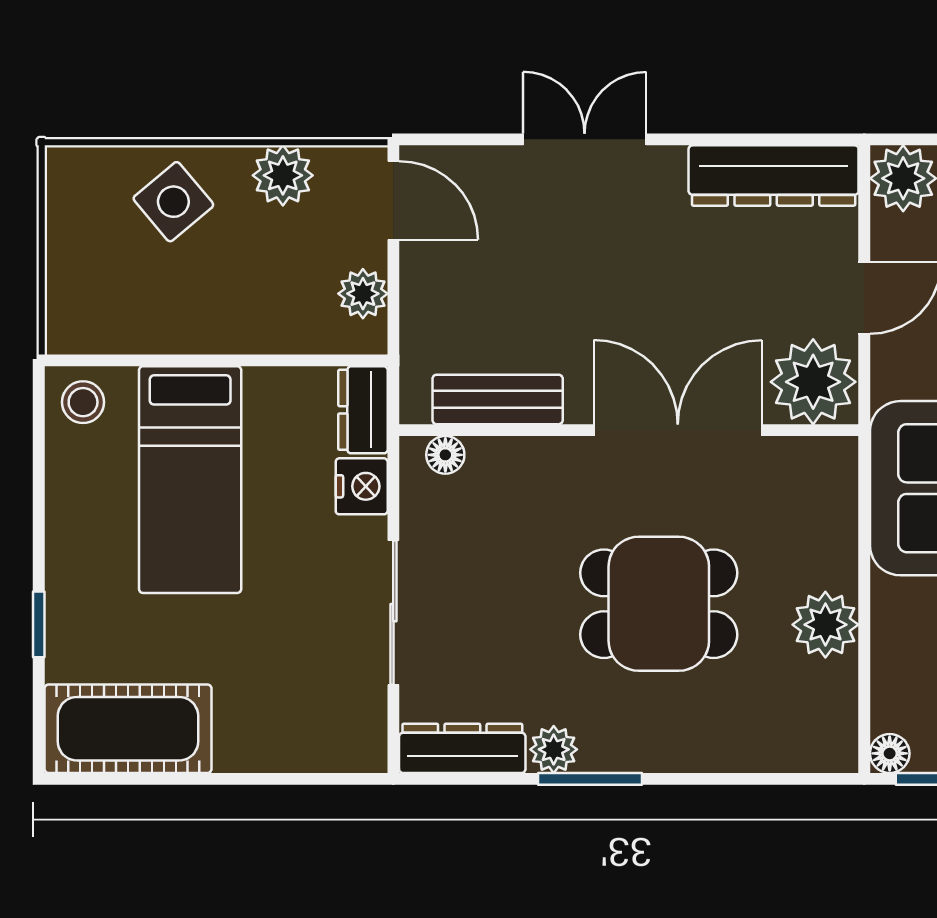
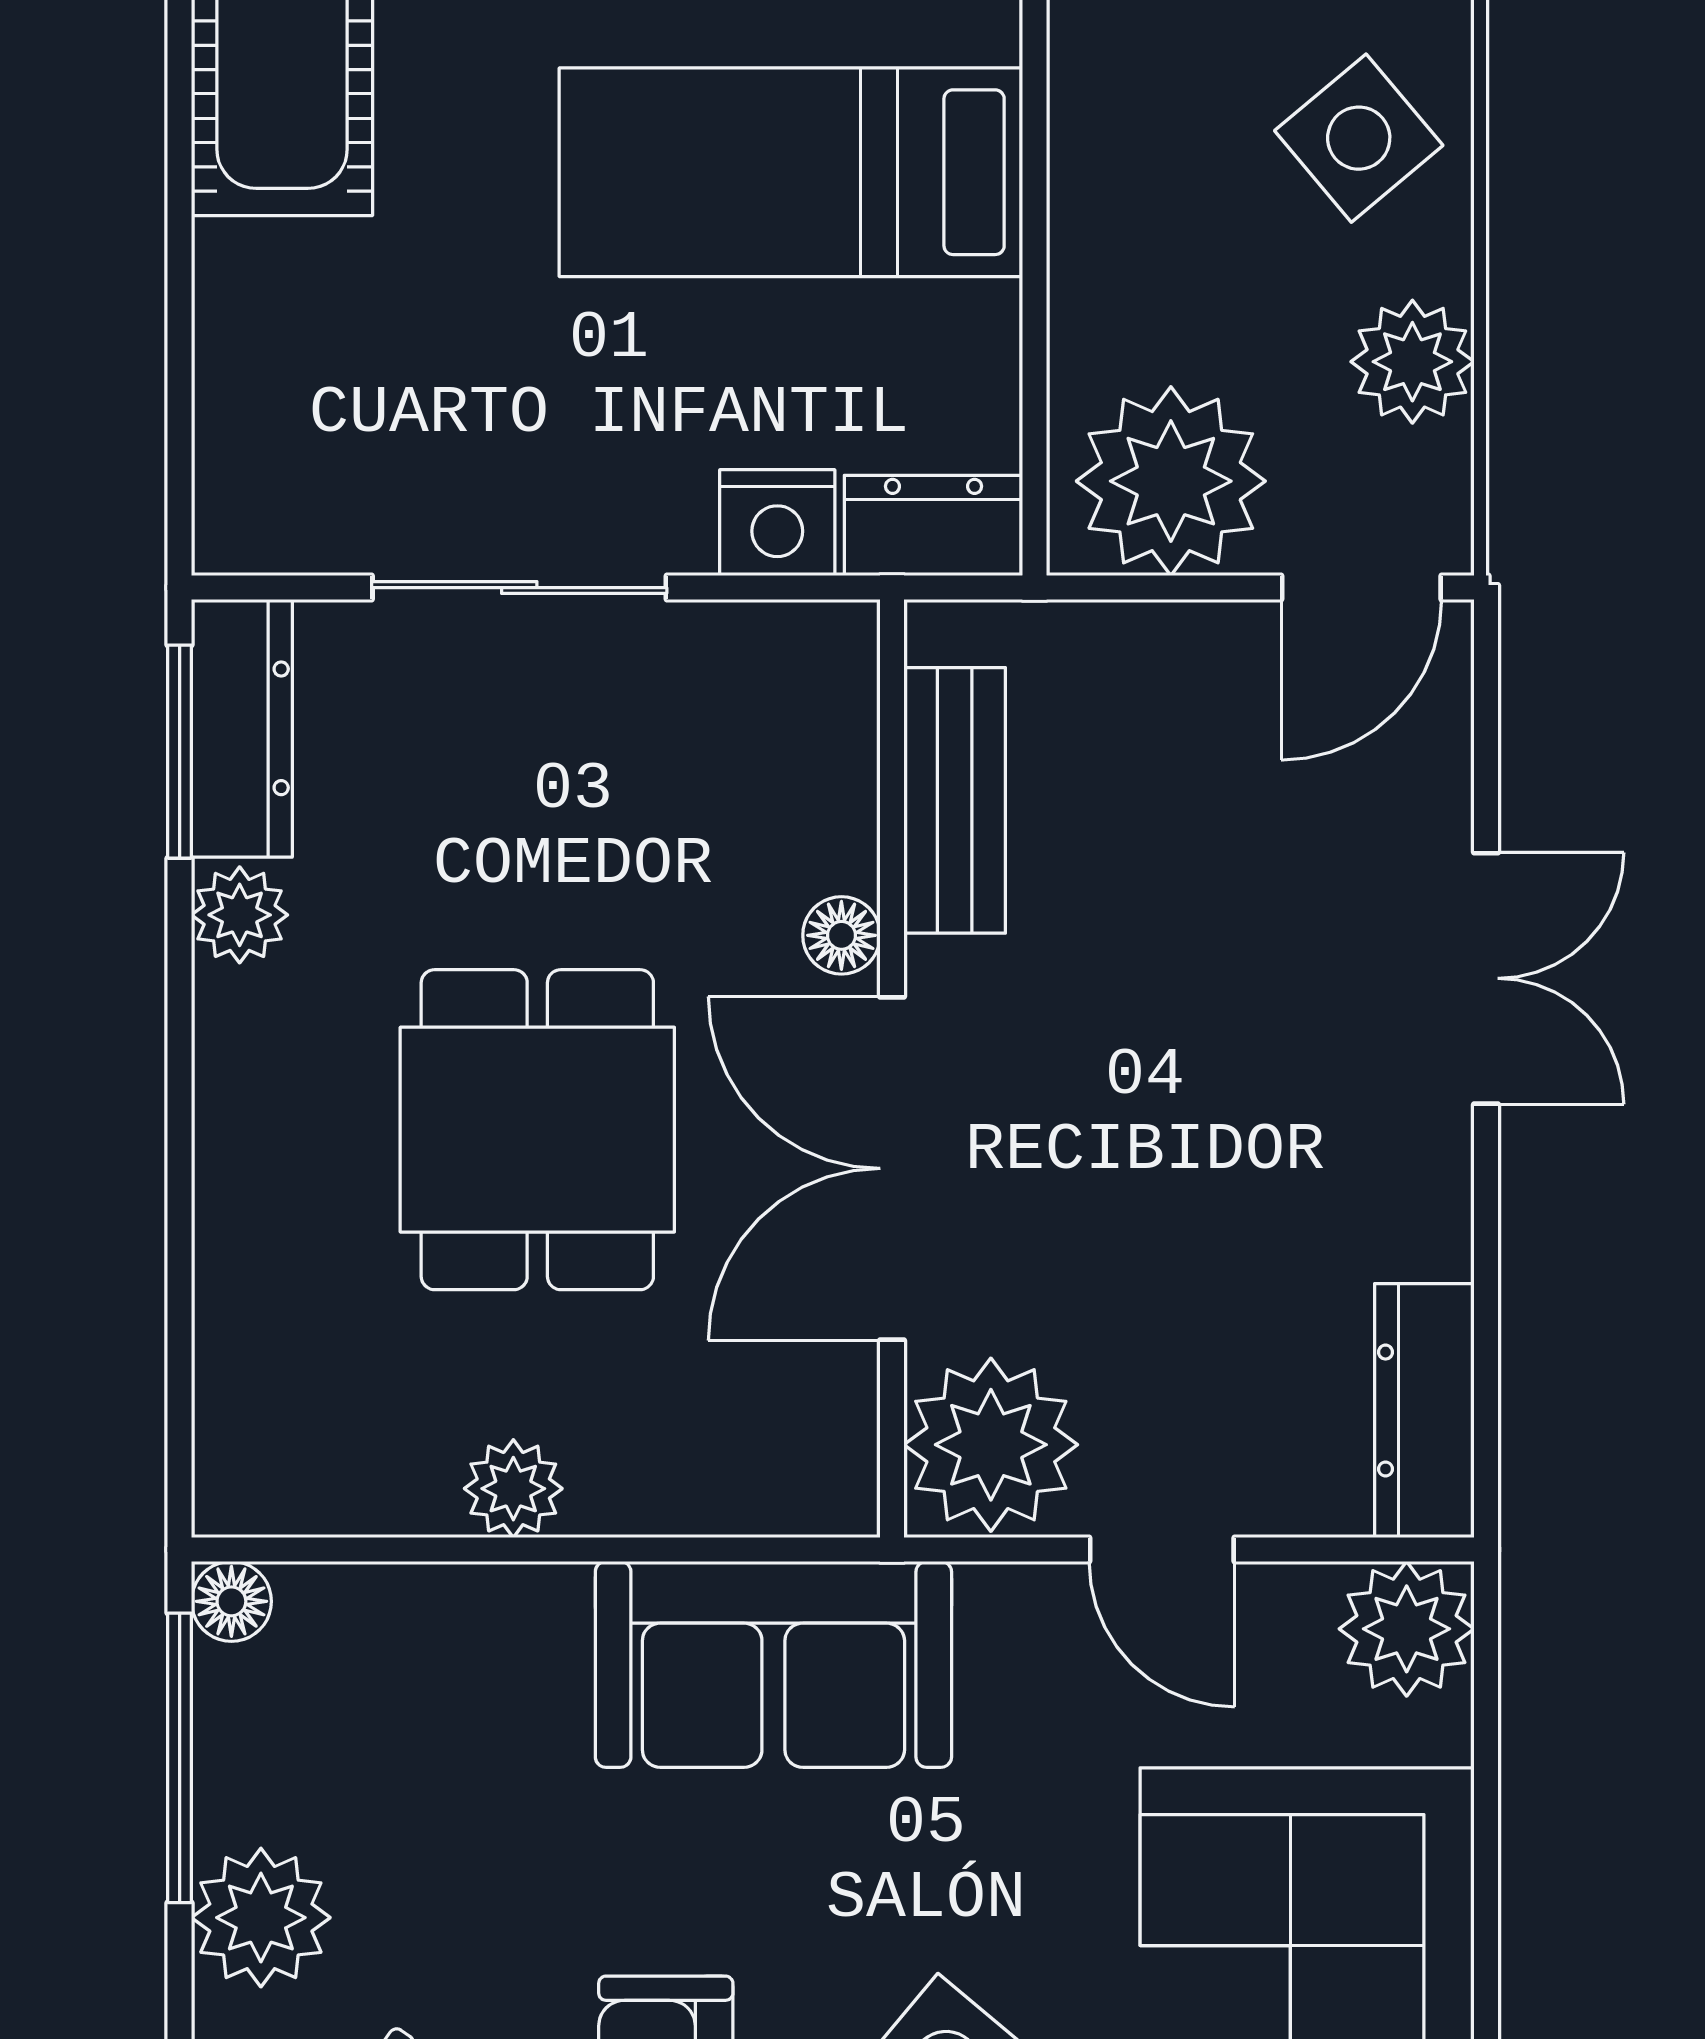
dresser: (774, 176) -> (1424, 1411), width x0.73, depth x0.80
plant: (363, 294) -> (1171, 481), width x1.87, depth x1.87
double door: (678, 430) -> (892, 1168), swing flipped
floor lamp: (445, 455) -> (841, 935), moved
plant: (825, 625) -> (513, 1489), width x0.73, depth x0.73
window: (590, 779) -> (180, 752), moved

